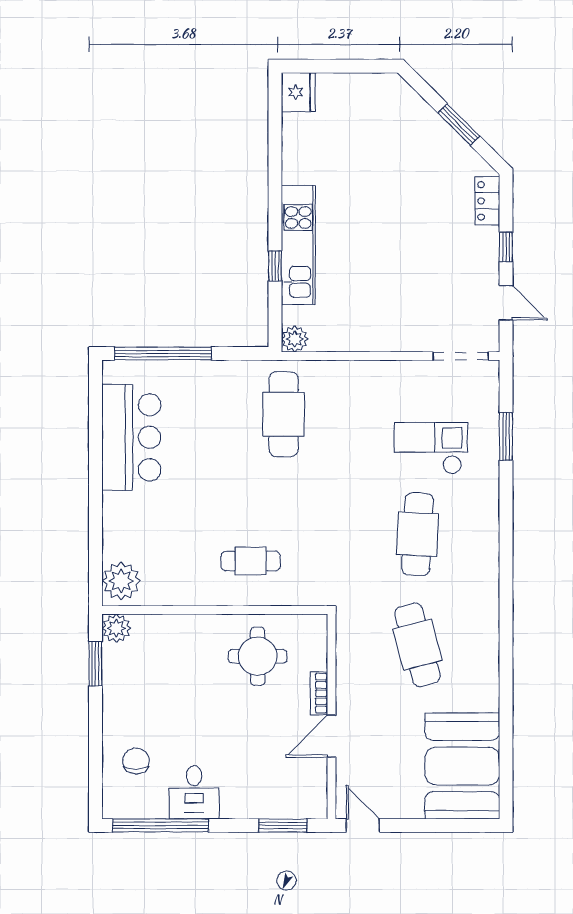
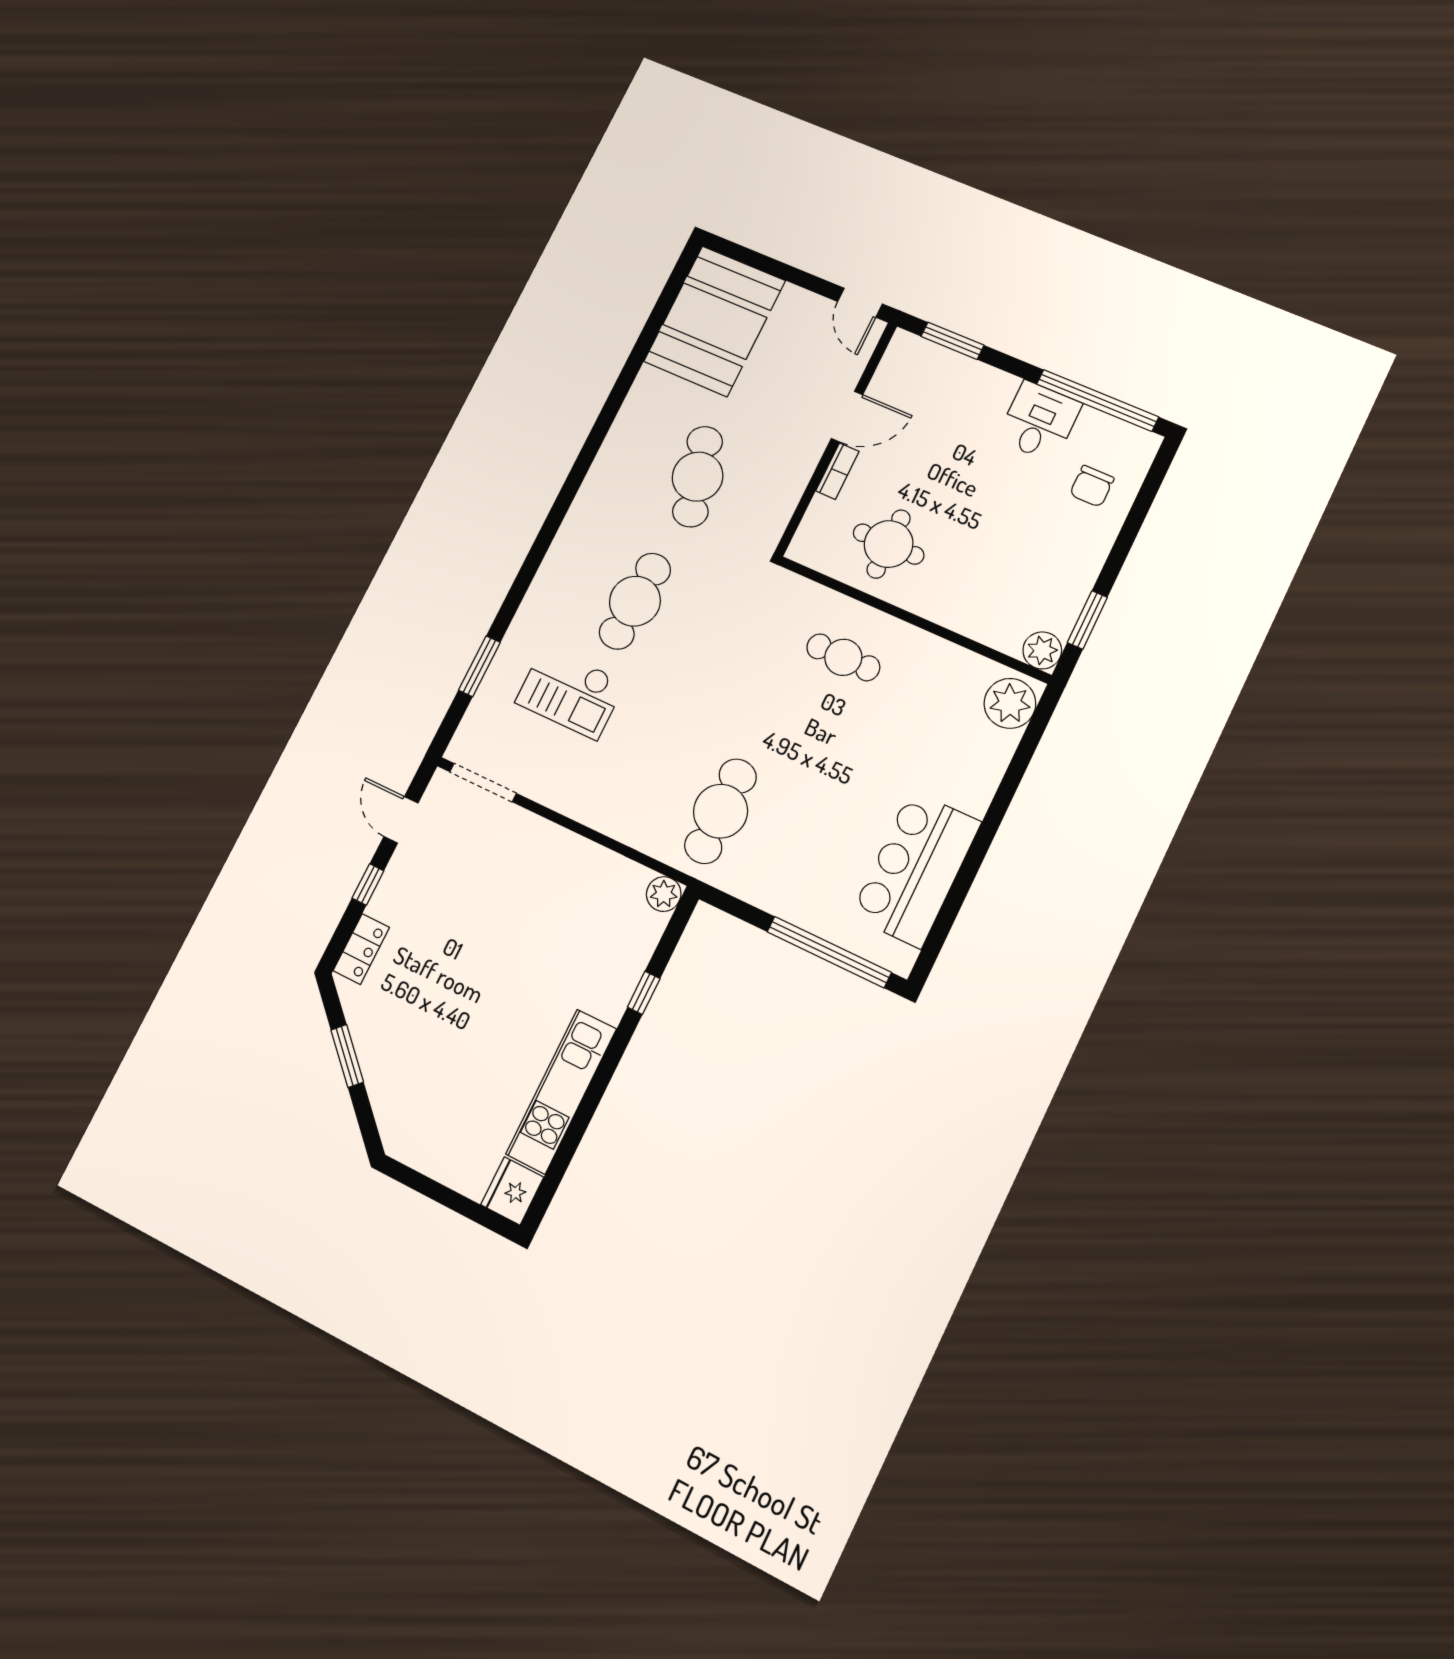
kitchen unit: (298, 245) -> (561, 1091), moved

